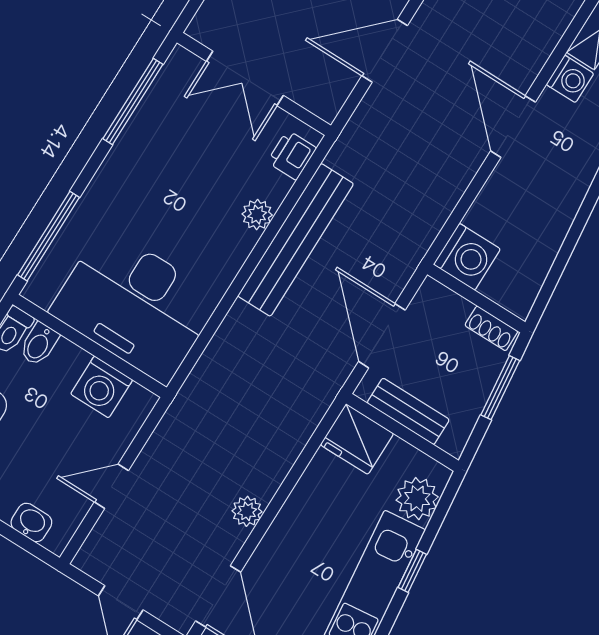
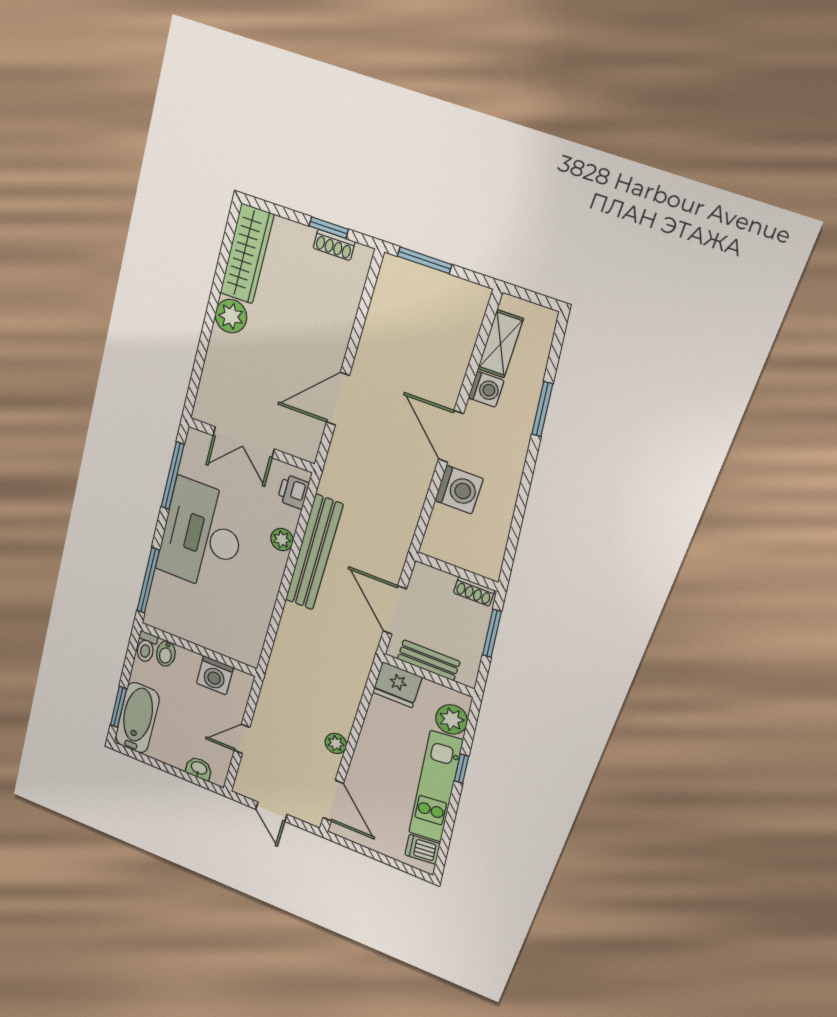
washing machine: (467, 257) -> (459, 490), moved
desk: (135, 305) -> (202, 536), moved, turned 90

